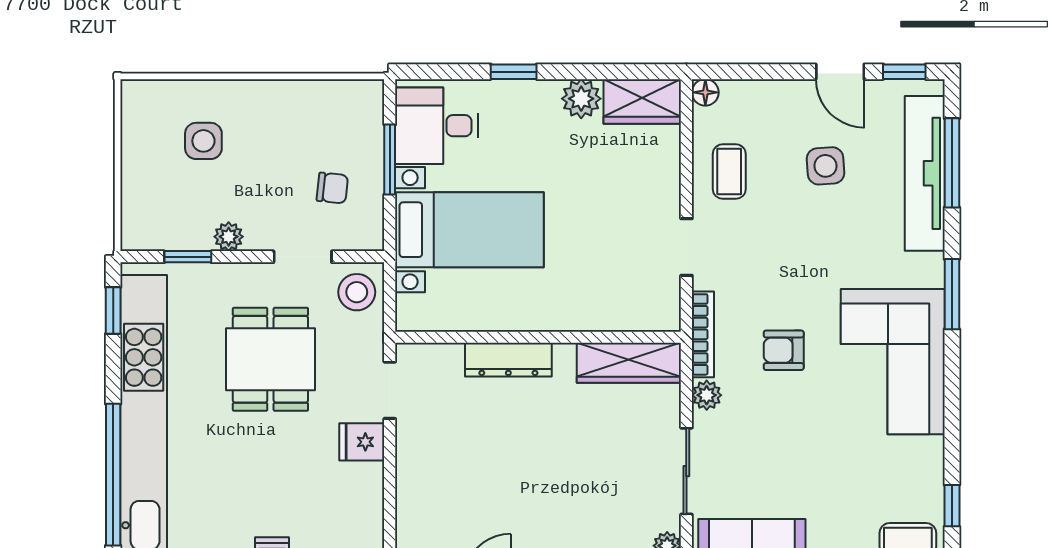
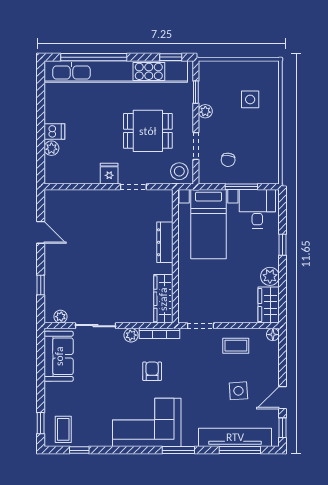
wall: (538, 337) -> (175, 256), moved
dresser: (508, 360) -> (165, 242), moved
wardrobe: (629, 363) -> (163, 299), moved

